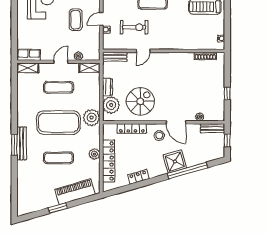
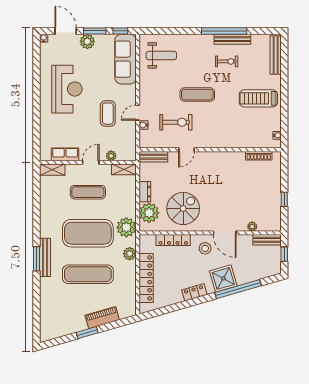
row of seats: (29, 55) -> (65, 154), moved
plant: (94, 154) -> (130, 254), moved
exercise mat: (58, 158) -> (88, 274), width x1.36, depth x1.45
locker: (138, 177) -> (194, 292), moved
piano: (75, 192) -> (102, 318), width x0.73, depth x0.75

